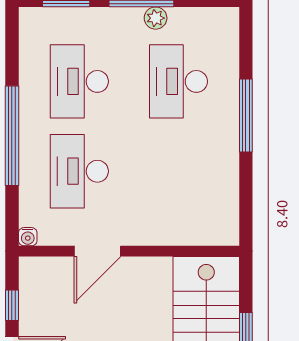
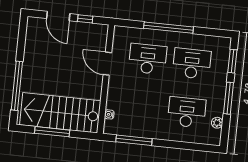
plant: (156, 18) -> (217, 123), moved
window: (246, 116) -> (134, 140), moved
water cooler: (28, 237) -> (109, 114), moved

